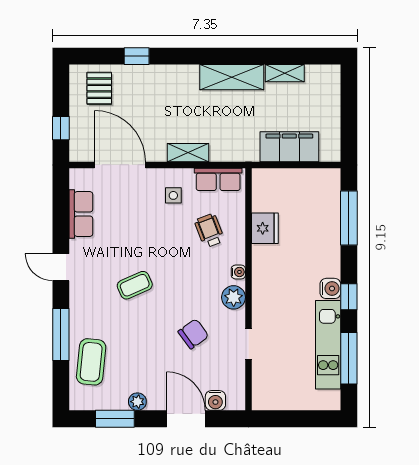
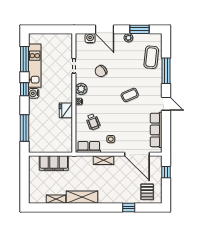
row of seats: (81, 214) -> (156, 130), width x1.48
fridge: (265, 228) -> (66, 110), moved

